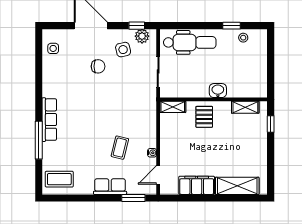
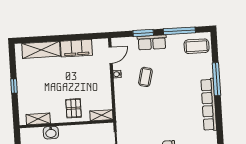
washbasin: (218, 91) -> (51, 133), moved
row of seats: (49, 120) -> (209, 105), width x1.36
window: (271, 124) -> (14, 86), moved
window: (78, 198) -> (179, 31), added
window: (133, 198) -> (143, 33), moved

